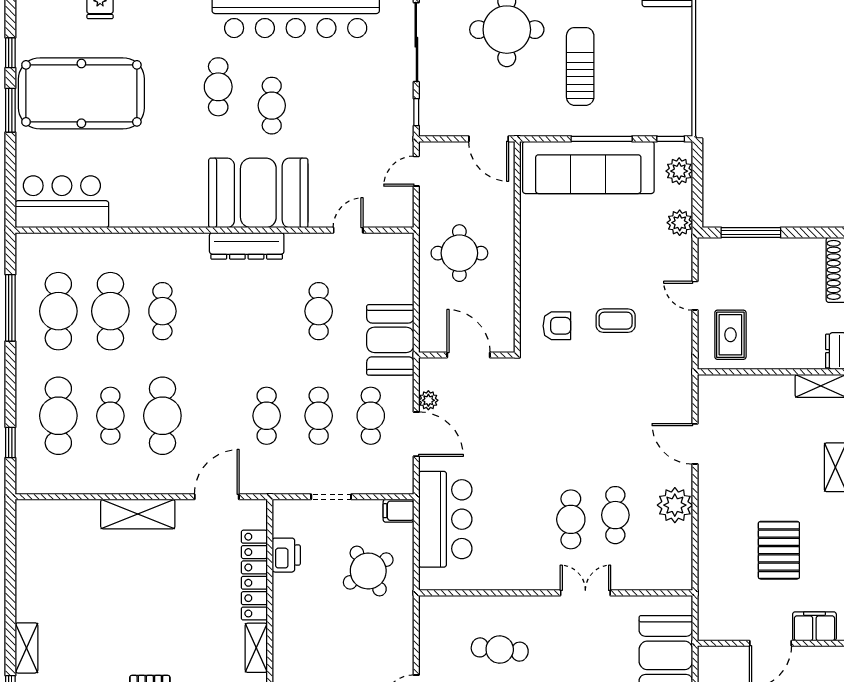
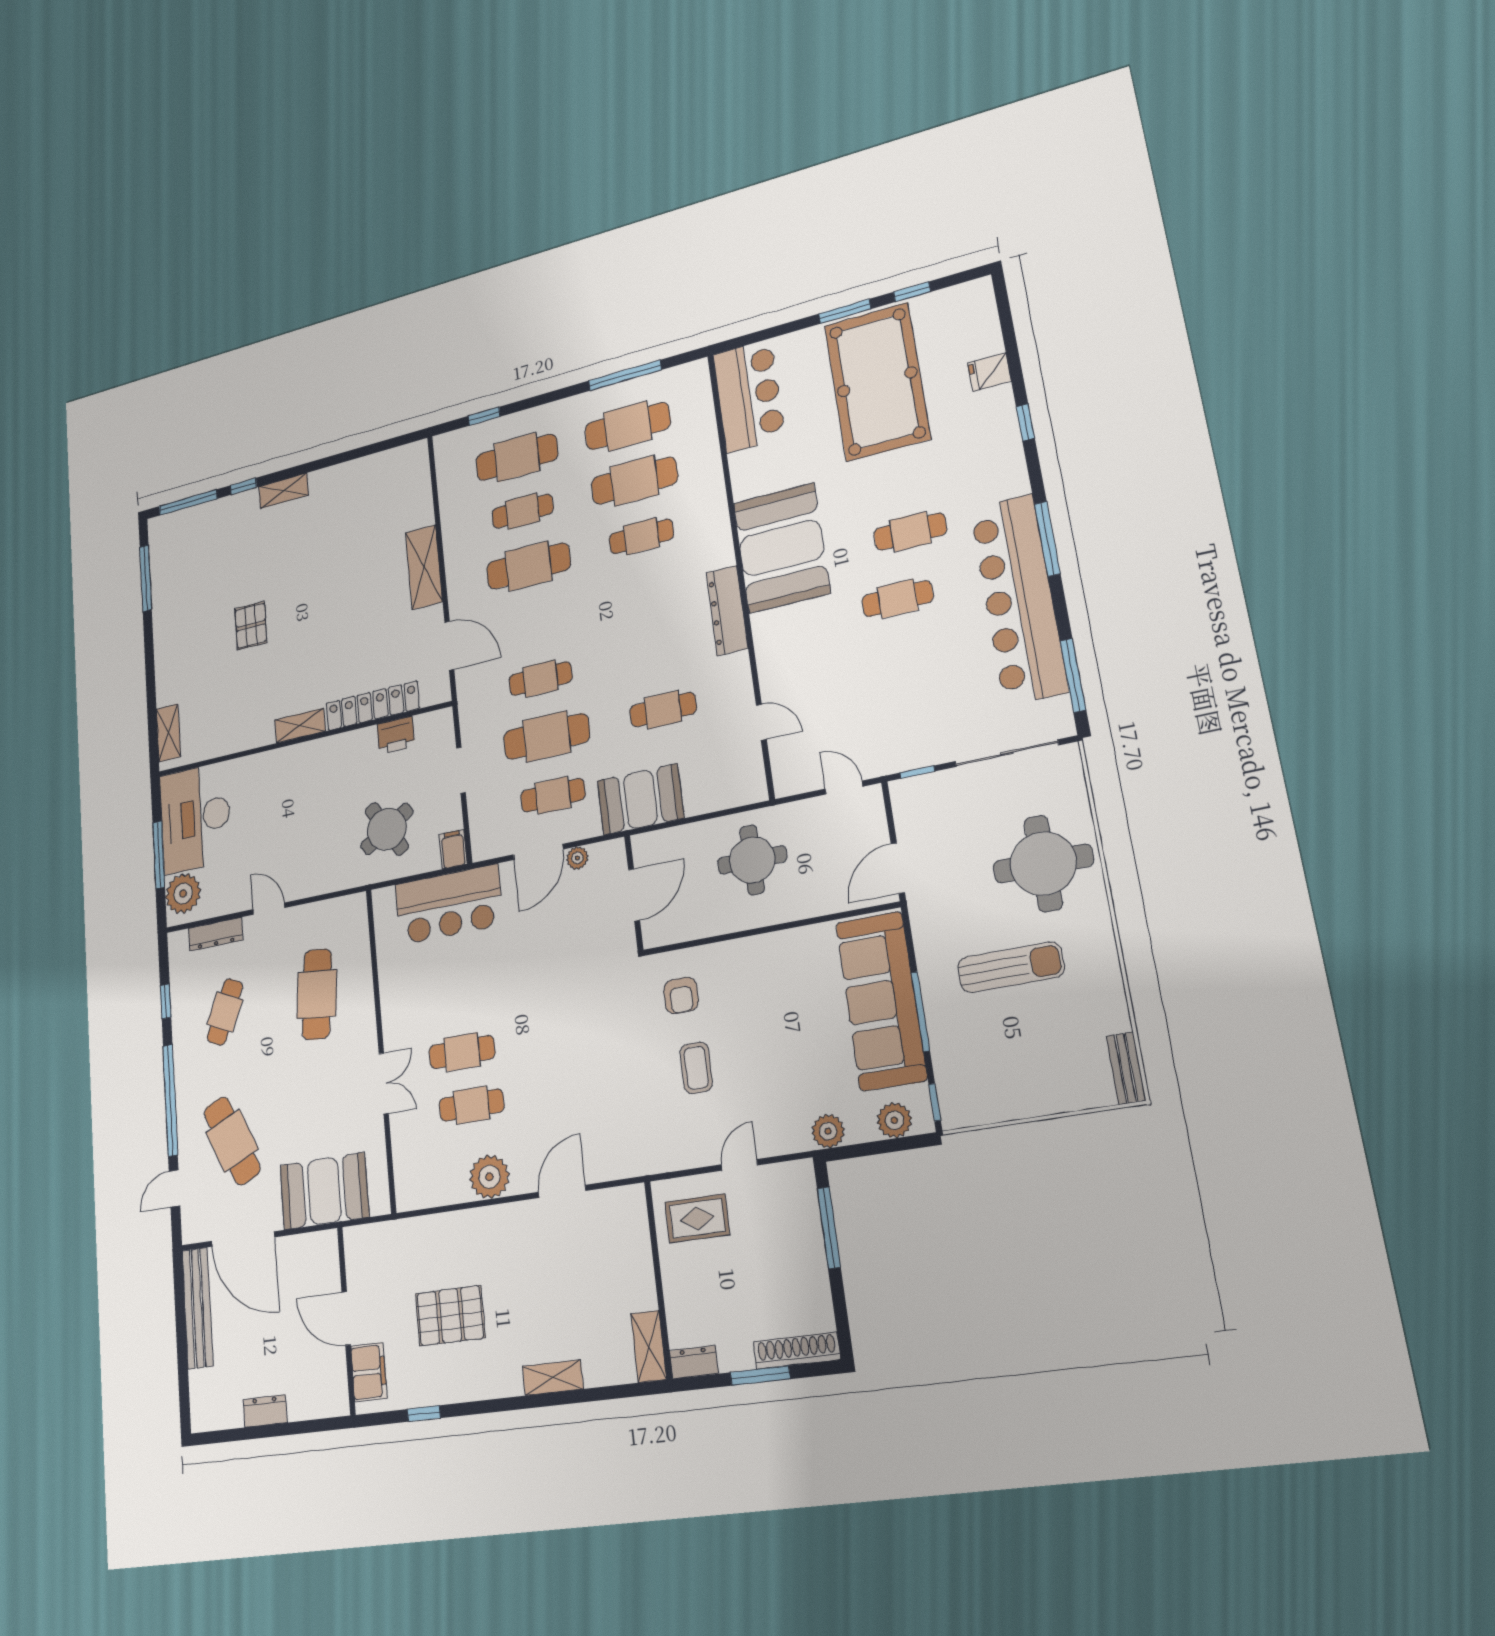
booth: (258, 193) -> (782, 548), moved
cafe table: (319, 416) -> (547, 736), width x1.37, depth x1.35
cafe table: (500, 650) -> (317, 994), width x1.37, depth x1.35

